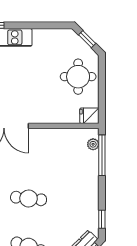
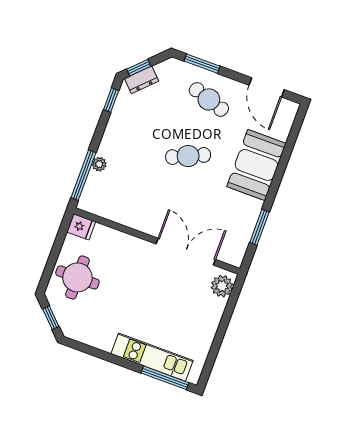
plant: (93, 144) -> (99, 164), moved
cafe table: (29, 198) -> (188, 156), turned -30

